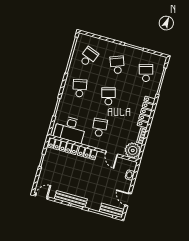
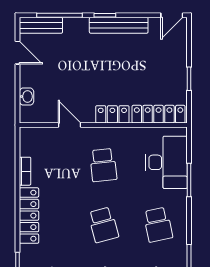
desk: (70, 129) -> (166, 162), moved, turned 90
plant: (133, 150) -> (34, 141), removed

